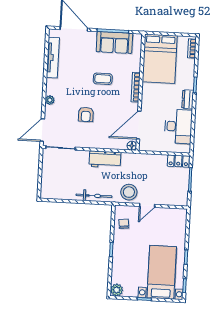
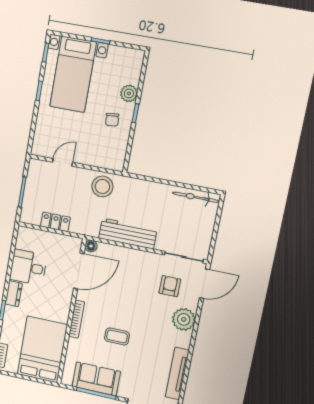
plant: (50, 100) -> (184, 319), width x1.88, depth x1.88
armchair: (86, 114) -> (170, 286), moved
desk: (178, 126) -> (28, 267), width x0.73
workbench: (105, 159) -> (128, 233), width x1.38
locker: (178, 161) -> (55, 222), moved
bicycle: (94, 196) -> (196, 197), moved
door: (147, 205) -> (63, 162), moved
chair: (124, 224) -> (112, 120), moved
plant: (117, 290) -> (129, 93), moved

